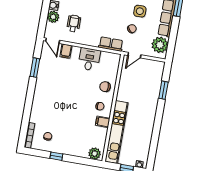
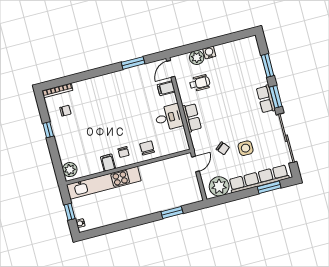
row of seats: (111, 44) -> (192, 118), moved
door: (134, 55) -> (196, 164), swing flipped

